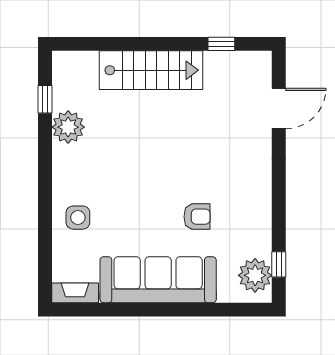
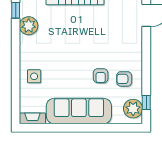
armchair: (197, 217) -> (101, 76), turned 90
armchair: (239, 222) -> (124, 79), added

